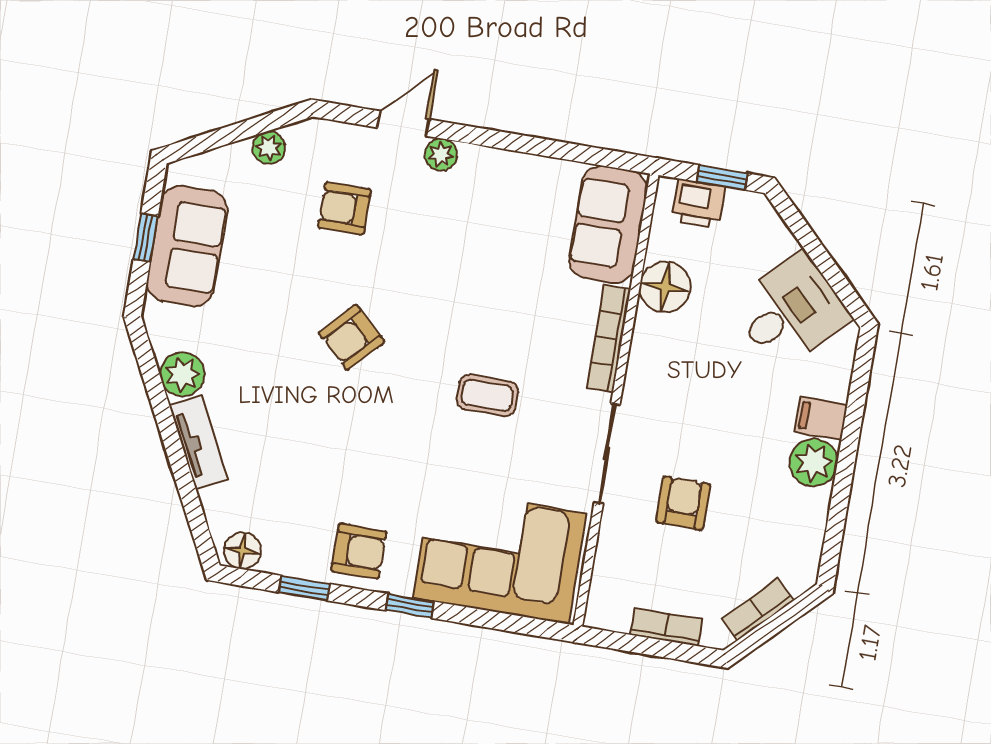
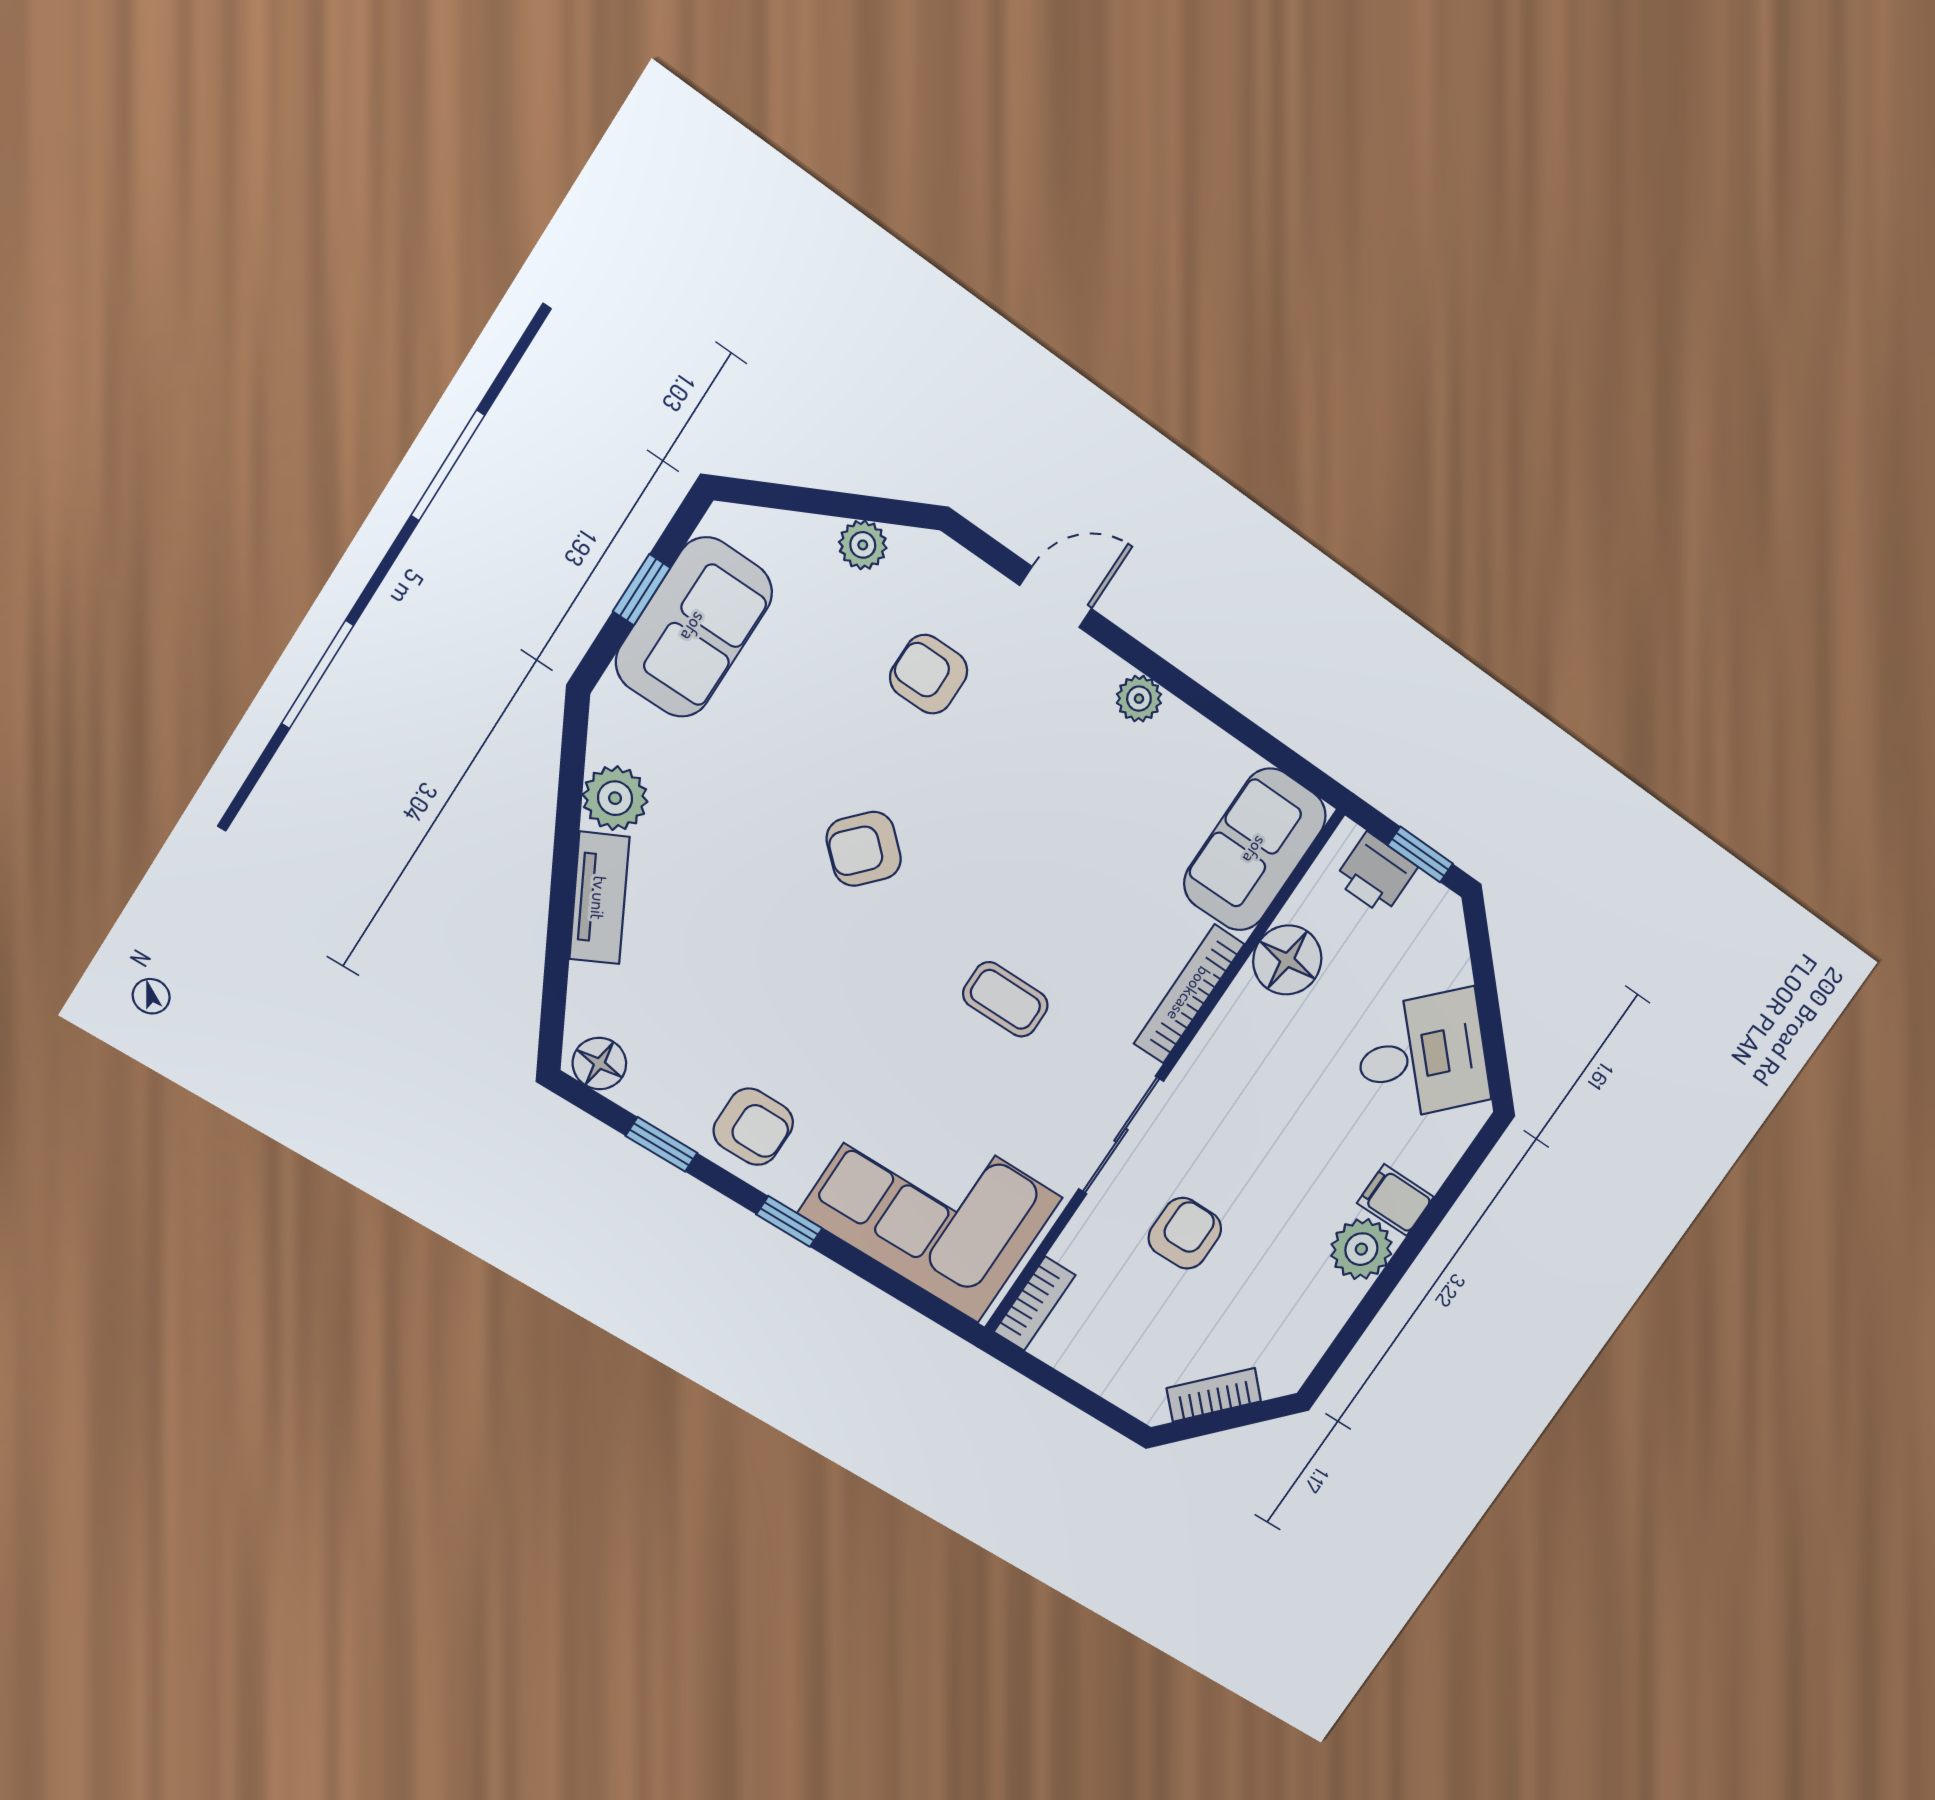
plant: (441, 155) -> (1139, 699), moved
bookcase: (667, 627) -> (1035, 1304), moved, turned 90

